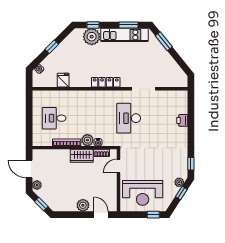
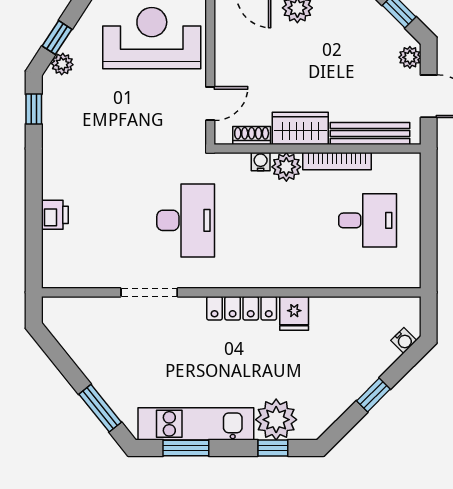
fridge: (63, 80) -> (294, 313), moved
bench: (53, 154) -> (370, 133), added

